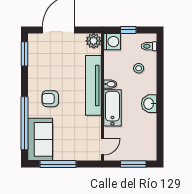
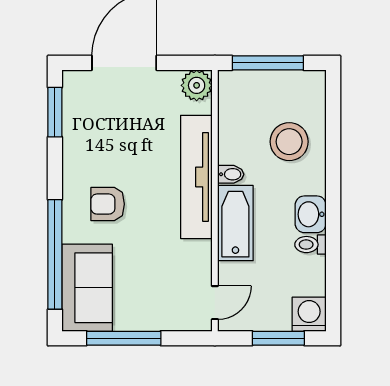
window: (128, 30) -> (268, 63), width x2.17
washing machine: (112, 42) -> (309, 314), moved, turned -90
toilet: (149, 46) -> (310, 245), moved
stool: (139, 68) -> (289, 142), width x1.89, depth x1.89

